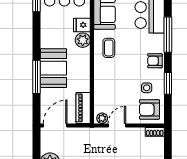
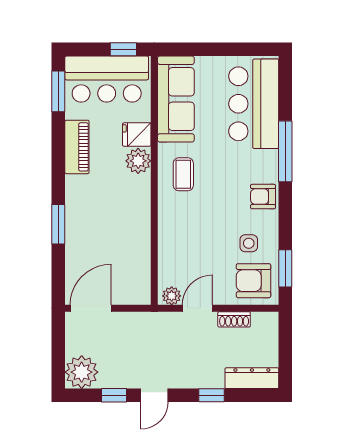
booth: (53, 68) -> (88, 209), removed
window: (37, 77) -> (58, 224), width x0.69
window: (168, 83) -> (285, 268), moved
piano: (83, 108) -> (77, 147), moved, turned 180
shoe rack: (155, 132) -> (234, 319), moved

